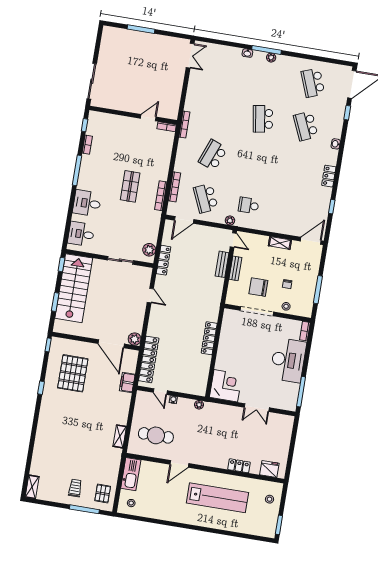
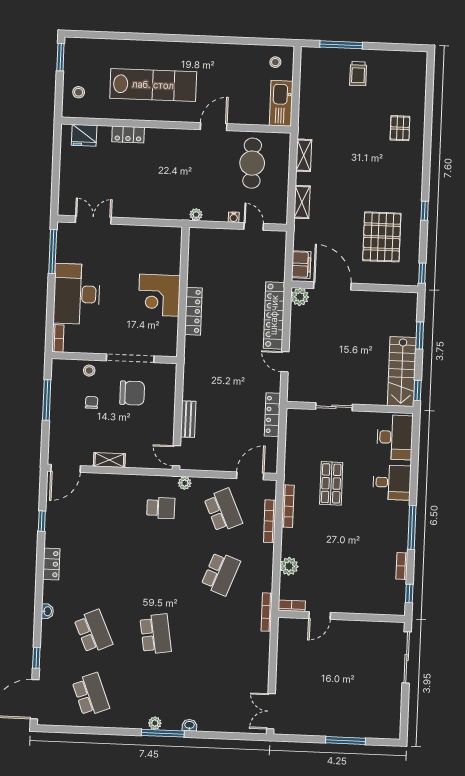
shop shelf: (130, 186) -> (331, 483), moved
desk: (81, 234) -> (395, 437), width x1.37
plant: (149, 250) -> (289, 566), moved
bench: (235, 268) -> (168, 416), removed
stairs: (74, 288) -> (402, 372), width x0.73, depth x0.66
locker: (149, 359) -> (274, 315), moved
filing cabinet: (127, 382) -> (301, 265), moved
corner desk: (226, 386) -> (159, 295), moved
double door: (257, 408) -> (93, 220), moved
cafe table: (156, 435) -> (252, 163), turned 90
shelving: (32, 487) -> (302, 202), moved
pallet: (103, 493) -> (400, 128), moved
lab bench: (217, 498) -> (153, 85), turned 180

